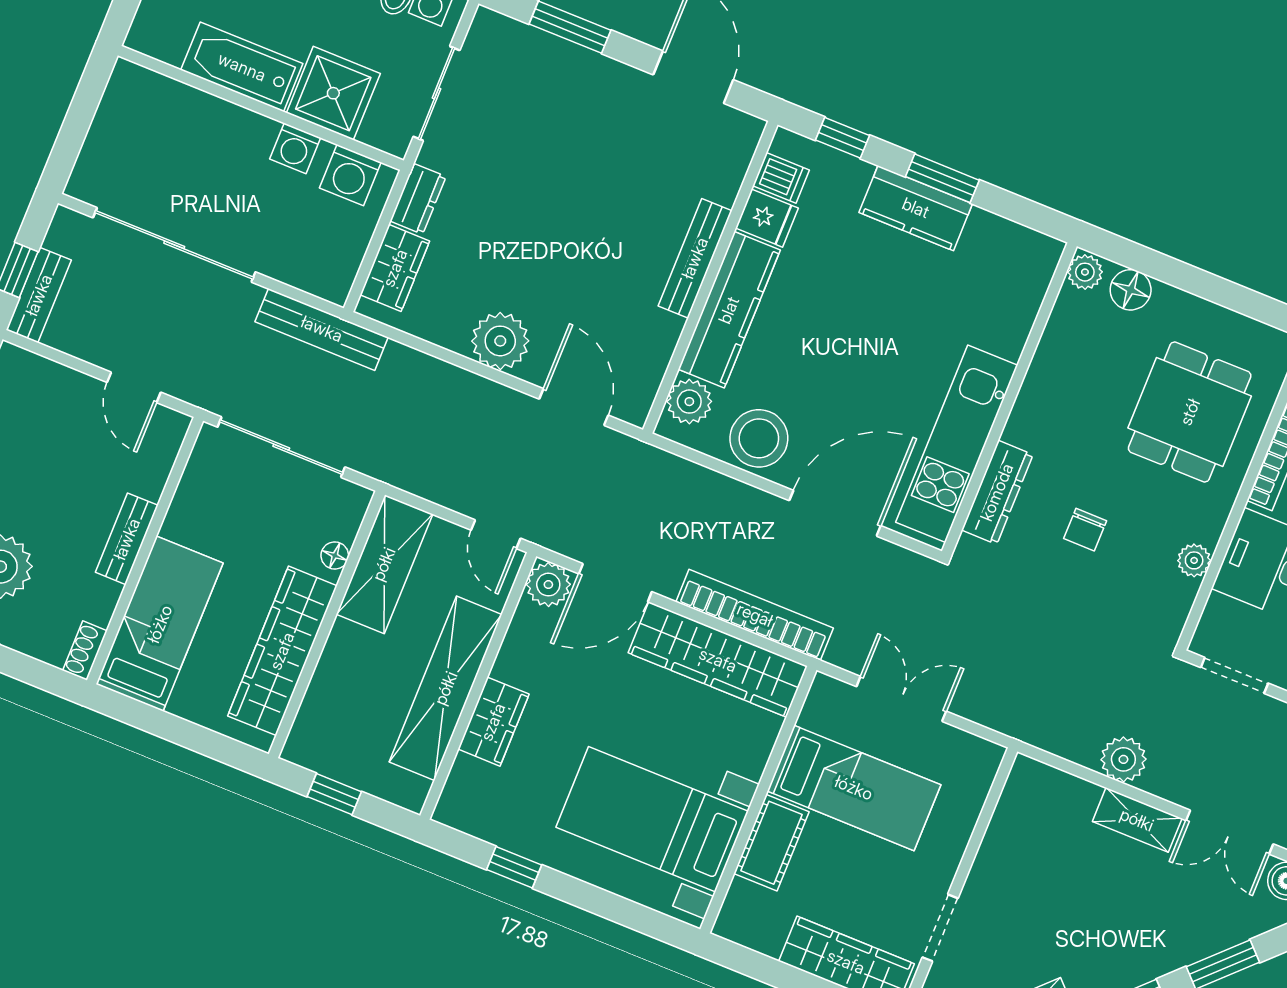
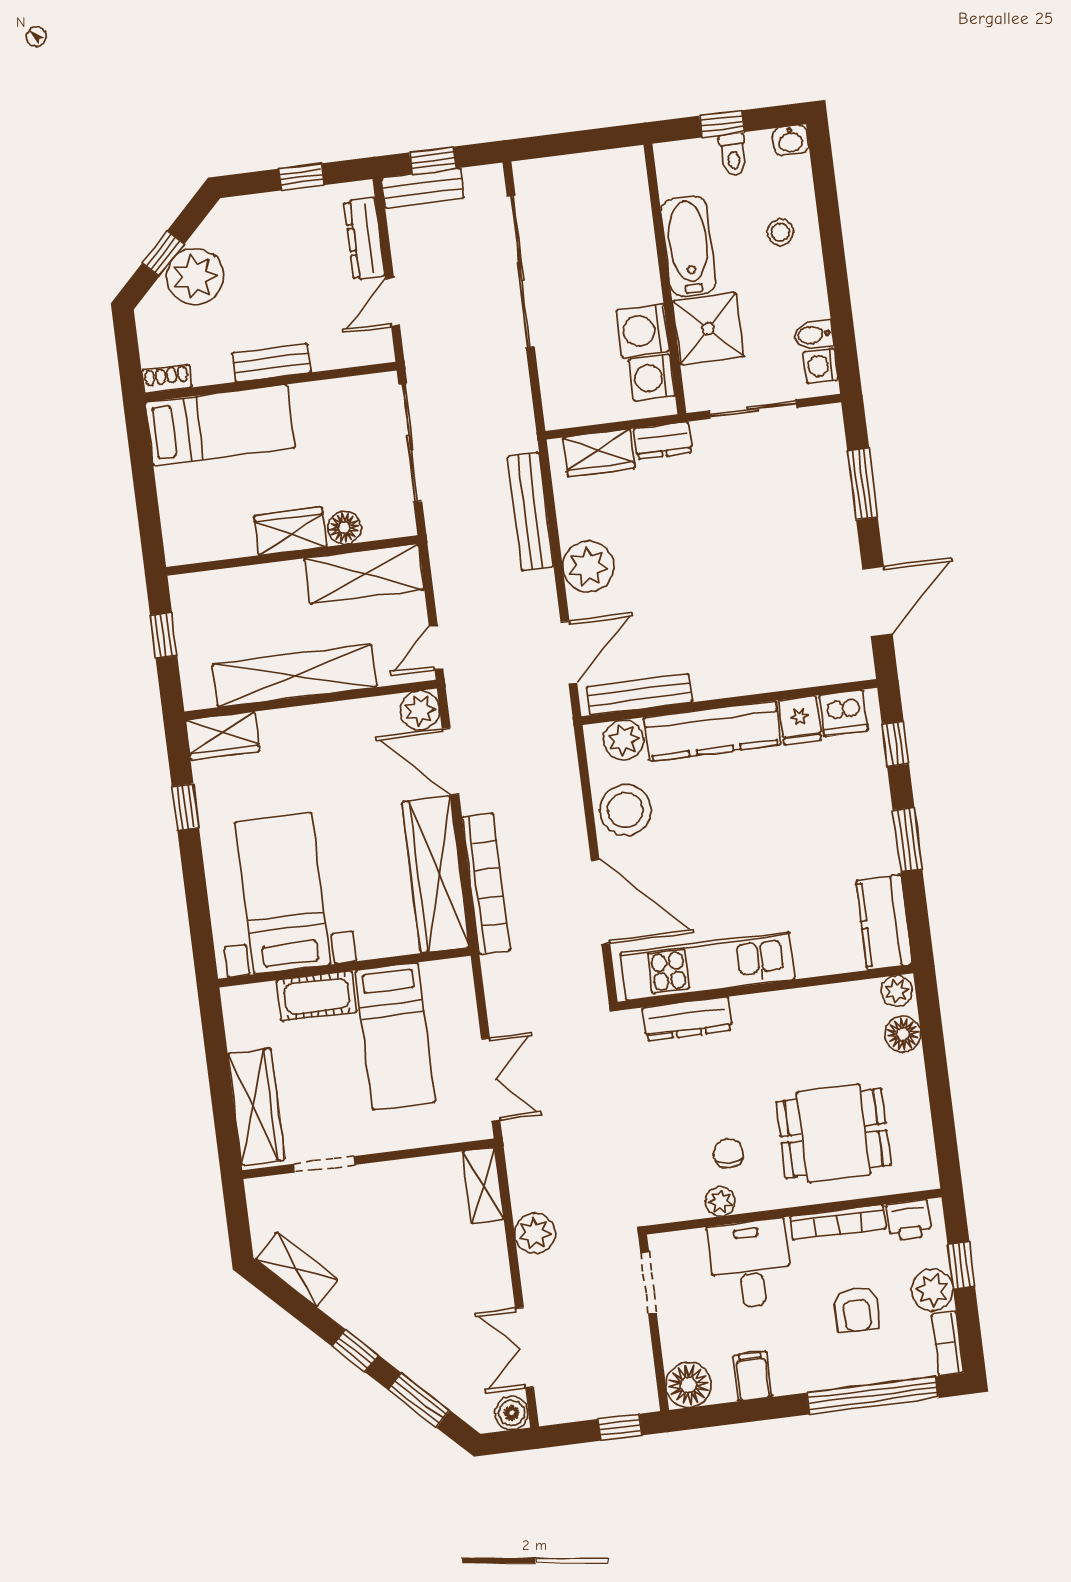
washing machine: (295, 148) -> (643, 330), width x1.38, depth x1.38
dishwasher: (781, 178) -> (843, 713), width x1.38
kitchen counter: (916, 208) -> (884, 922), moved
bench: (695, 258) -> (640, 694), moved
bench: (322, 329) -> (530, 511), moved
dresser: (56, 380) -> (364, 239), added
chair: (1085, 530) -> (728, 1154), moved, turned 90
floor lamp: (335, 555) -> (344, 528), width x1.37, depth x1.37
wardrobe: (282, 651) -> (290, 531), width x0.48, depth x0.85
double door: (901, 699) -> (491, 1079), moved
wardrobe: (493, 722) -> (222, 736), moved
shelving: (1137, 820) -> (483, 1185), moved

